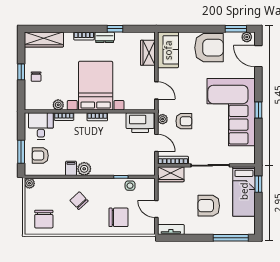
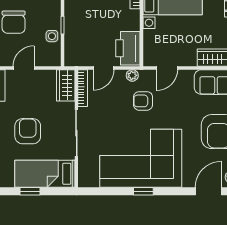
armchair: (184, 121) -> (143, 101), moved, turned 90
window: (258, 184) -> (30, 191), moved

